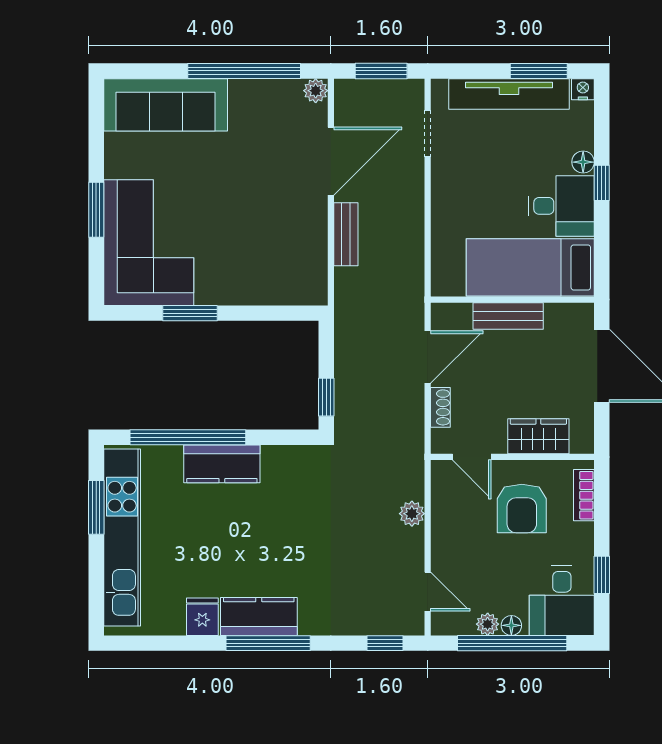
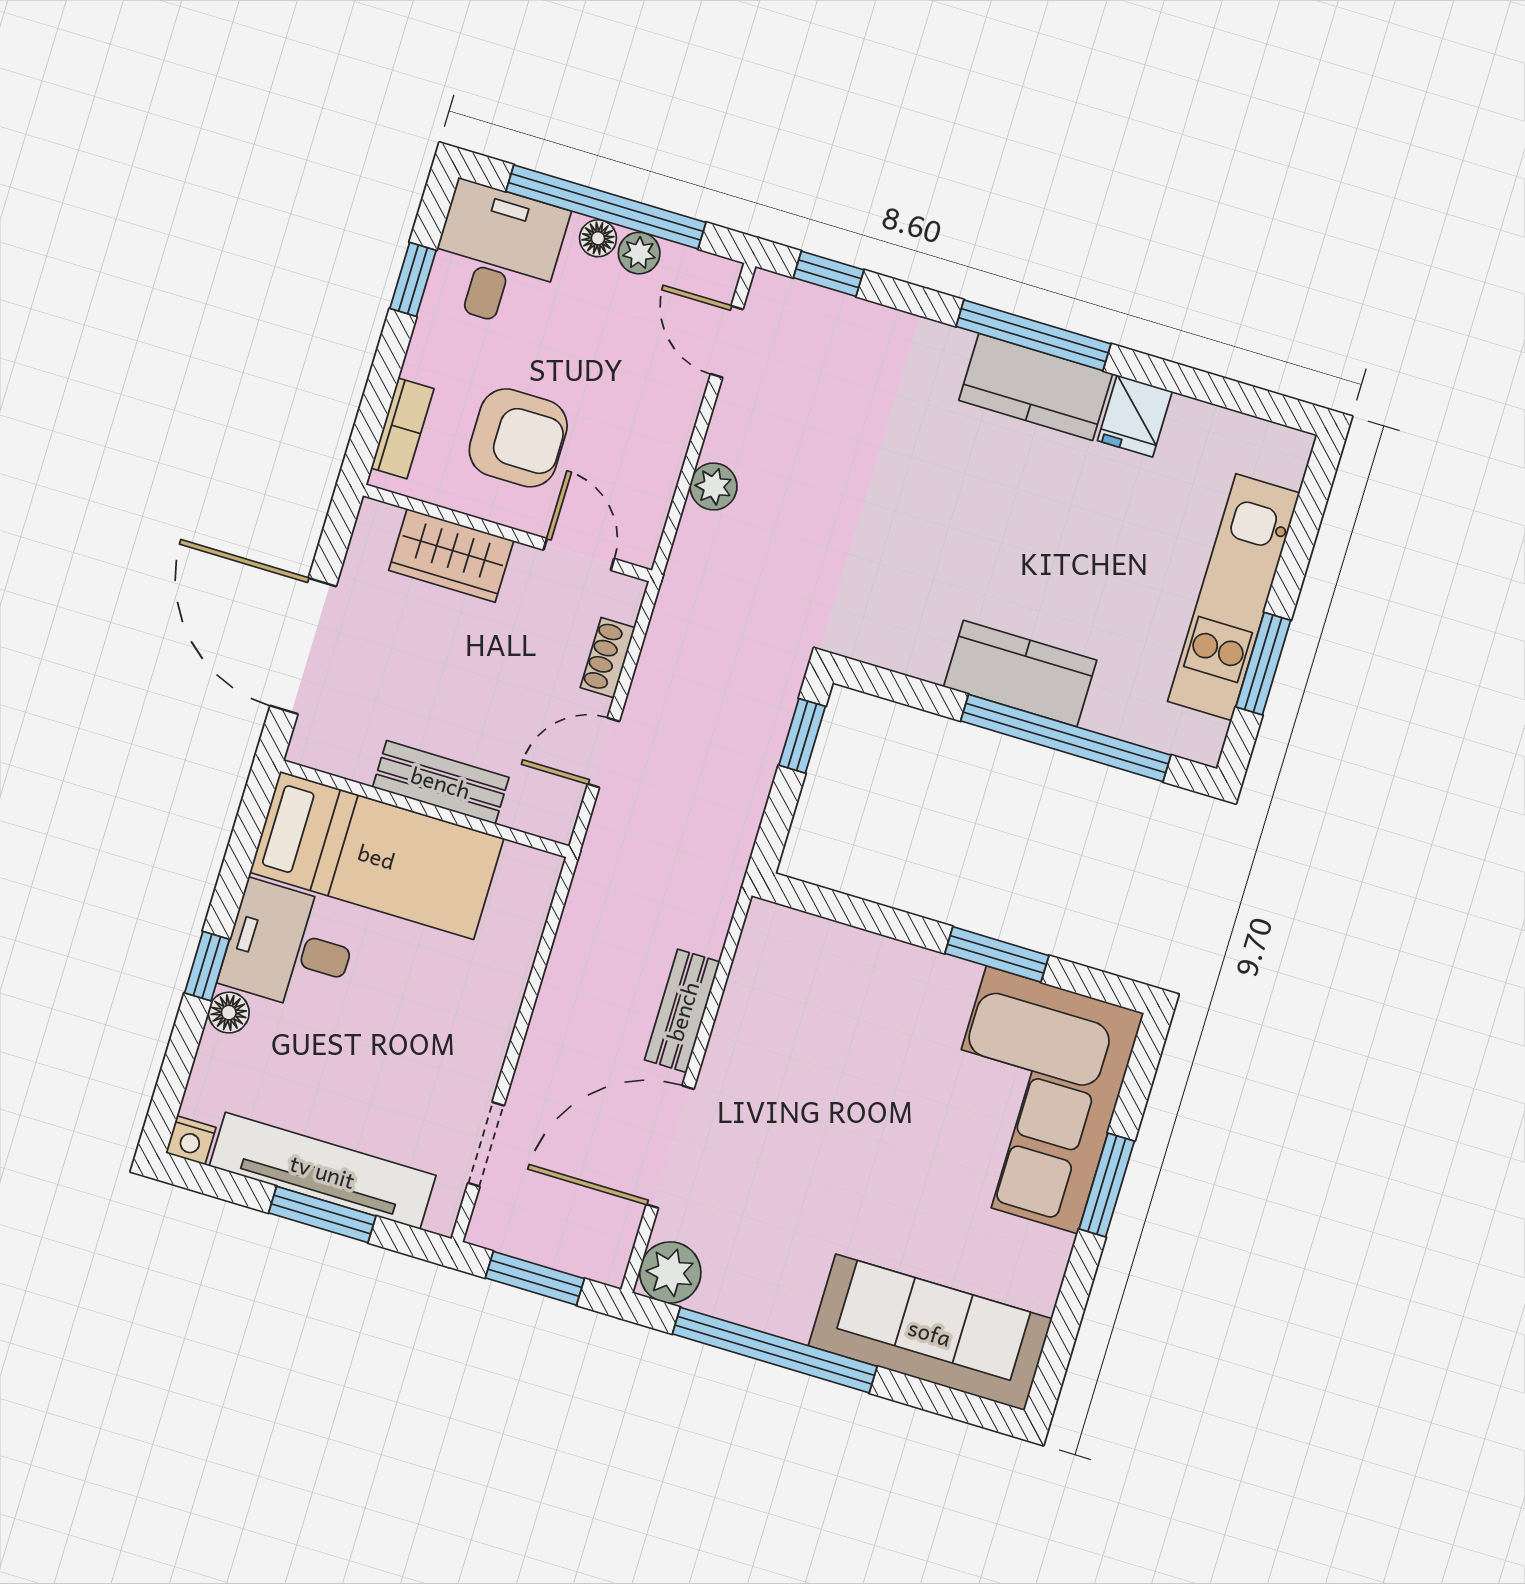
window: (539, 71) -> (322, 1214), moved
plant: (316, 91) -> (670, 1272), width x1.38, depth x1.38
door: (428, 357) -> (603, 753), width x0.73
armchair: (522, 508) -> (518, 438), turned 90
kitchen unit: (122, 537) -> (1234, 597), width x0.73

